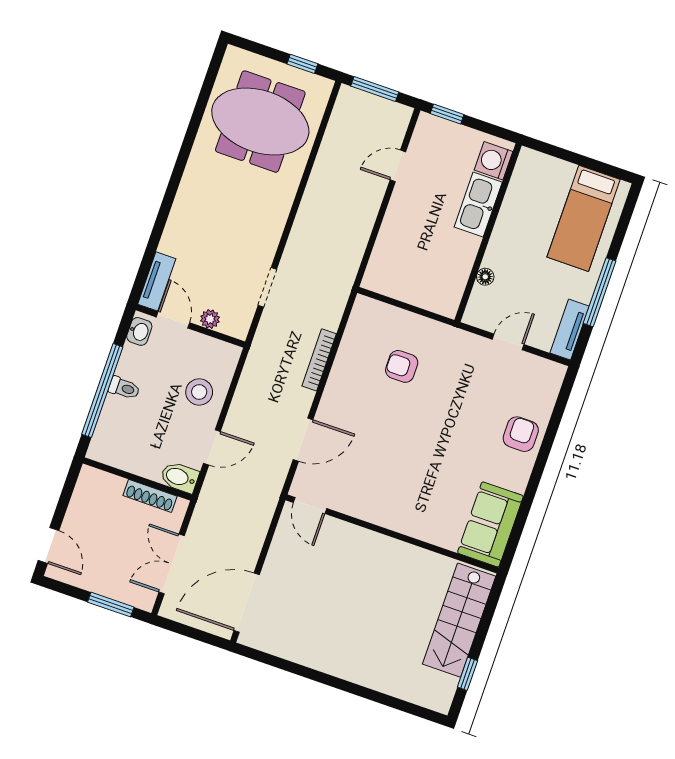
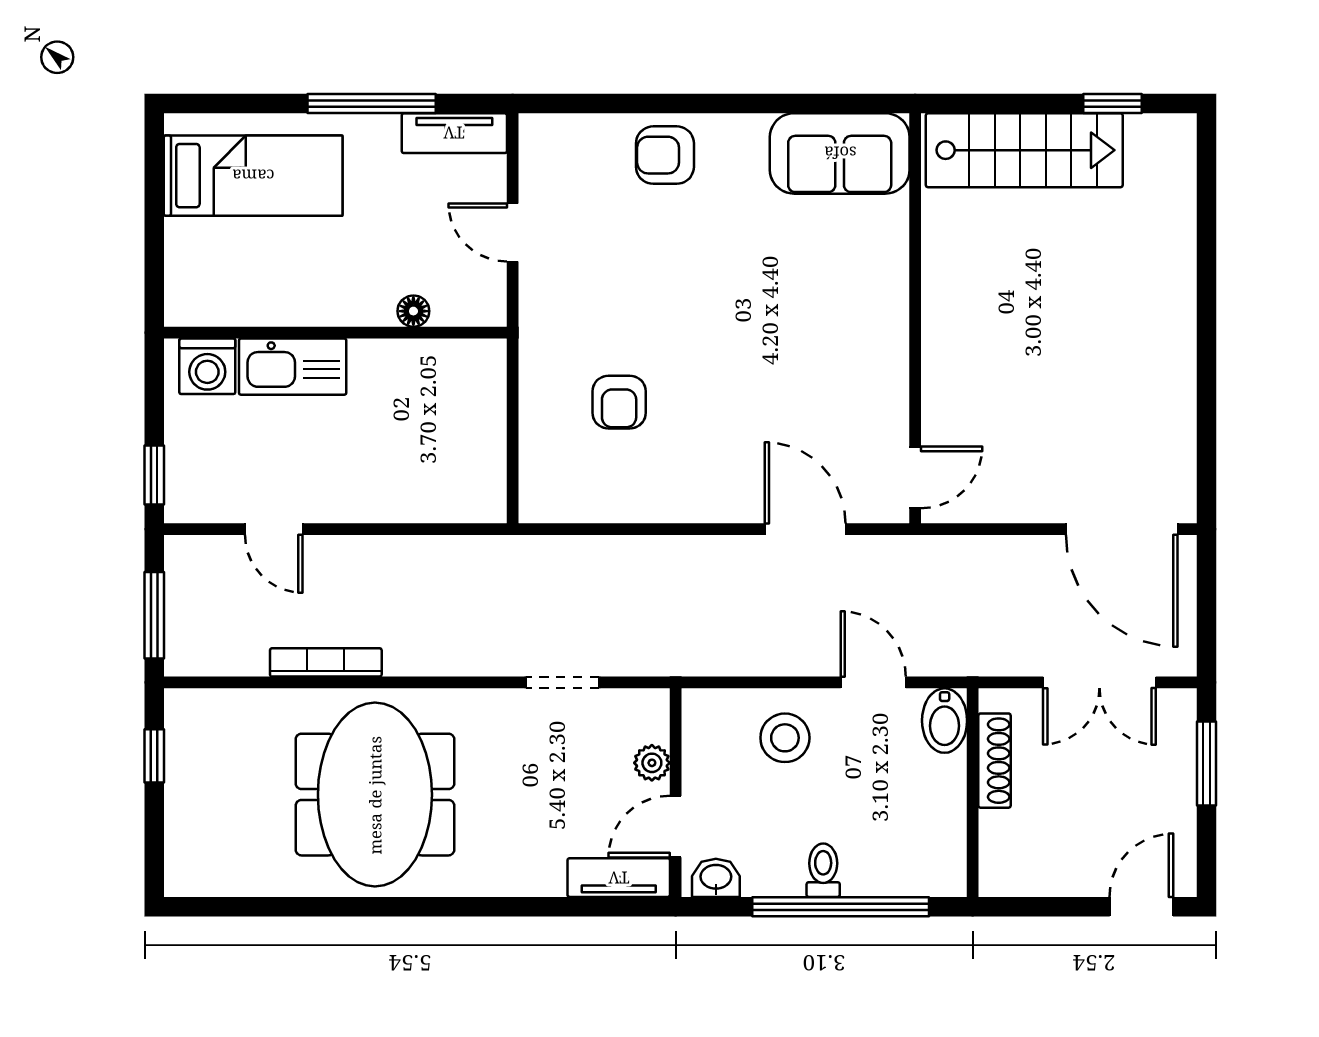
meeting table: (260, 122) -> (375, 795), moved
bookcase: (319, 360) -> (326, 662), moved, turned 180

